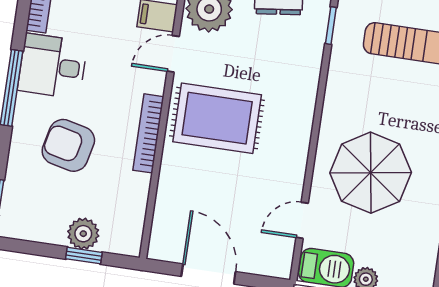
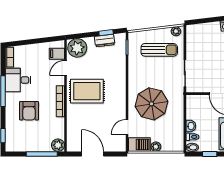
armchair: (68, 145) -> (29, 111), turned -103
plant: (83, 234) -> (58, 145), moved
window: (84, 256) -> (42, 154), width x2.17

